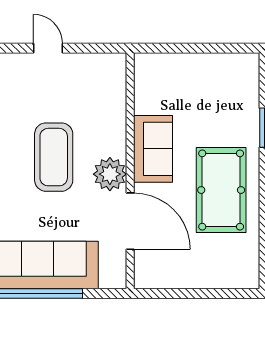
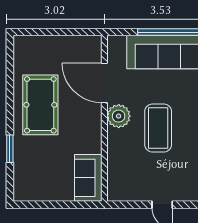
sofa: (153, 149) -> (88, 178), moved

